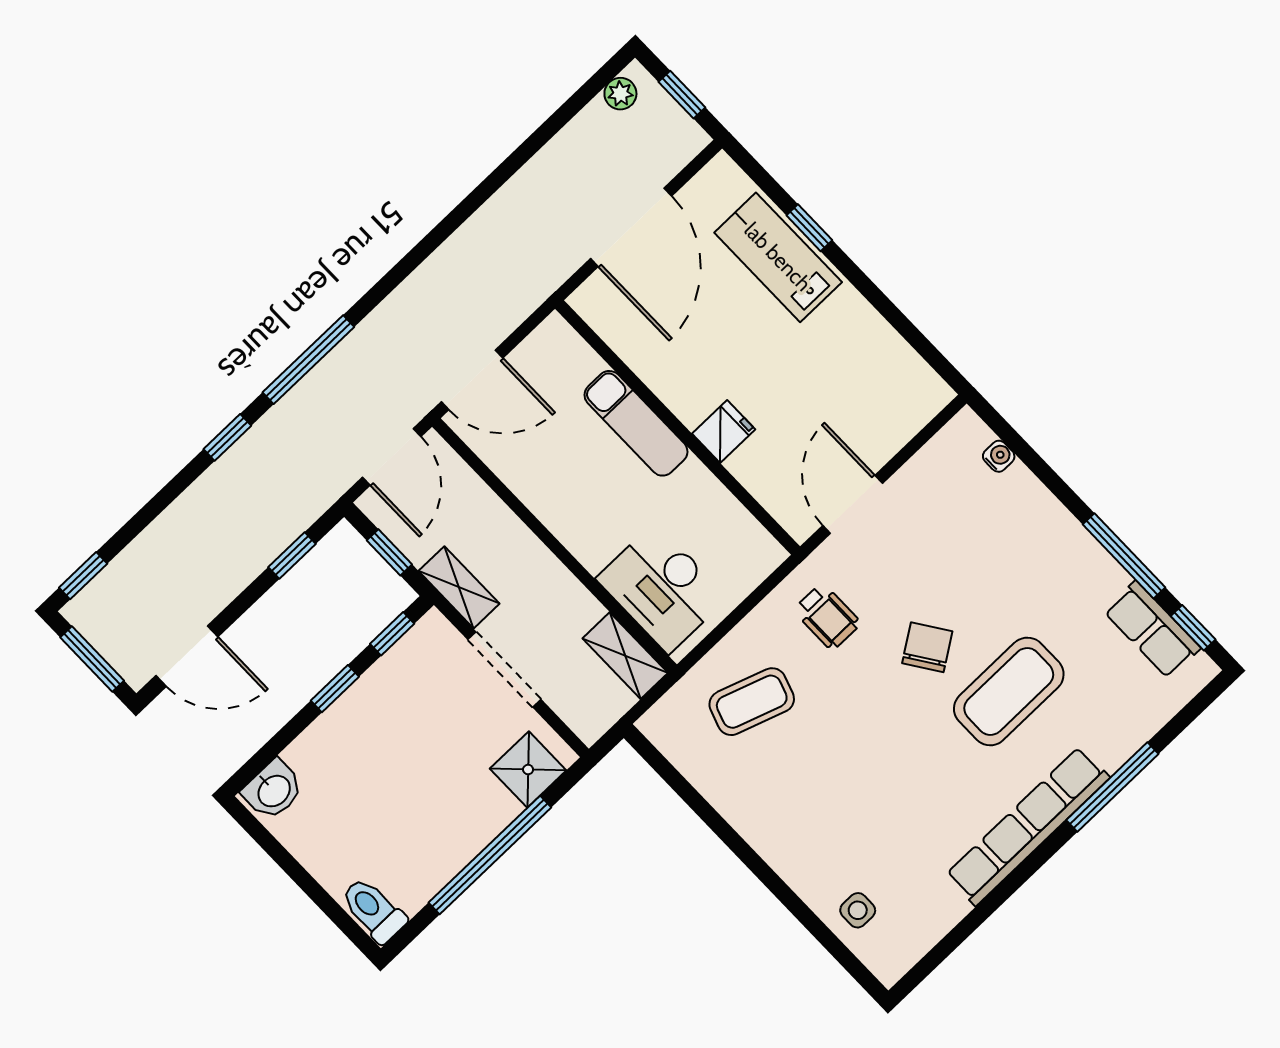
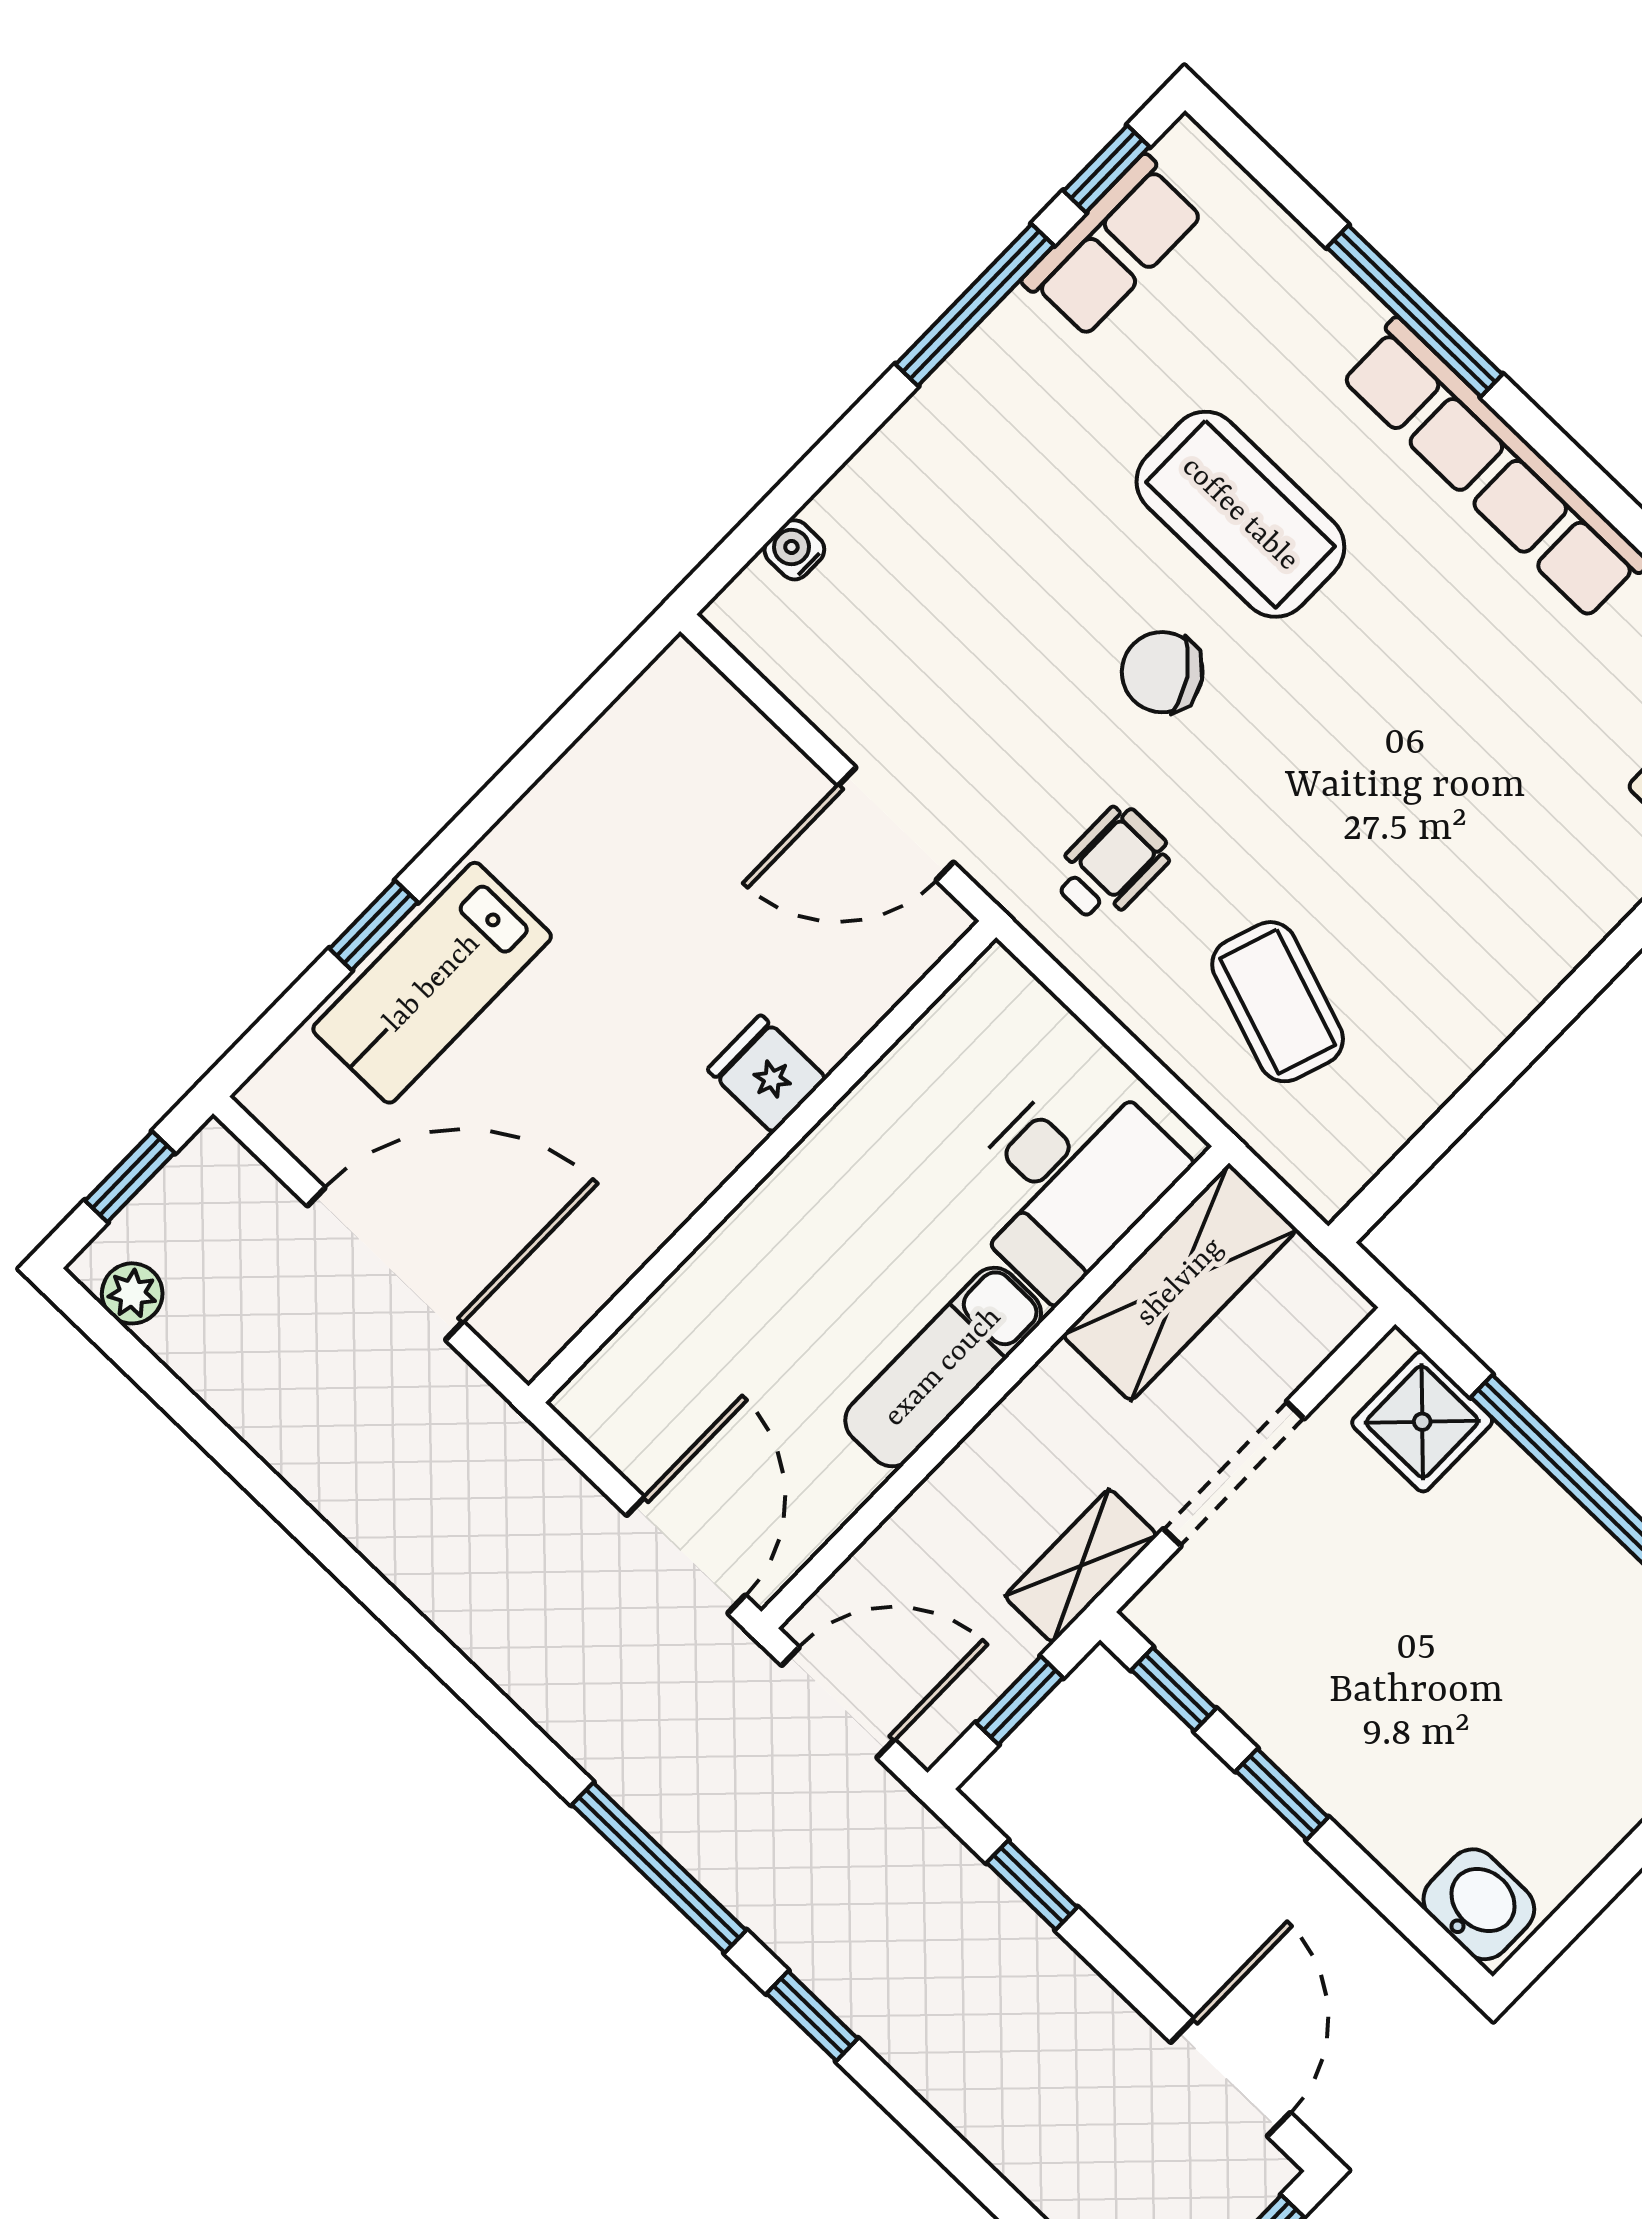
exam couch: (636, 423) -> (943, 1367), moved, turned 180
shelving: (625, 656) -> (1180, 1282), width x1.50, depth x1.33

